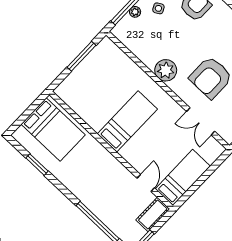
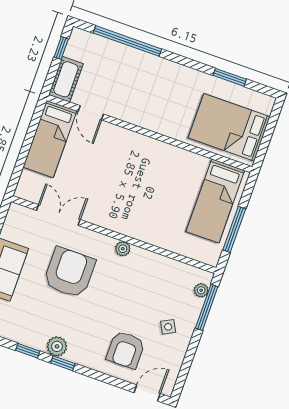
plant: (135, 12) -> (201, 290), moved
plant: (166, 70) -> (123, 249), width x0.53, depth x0.53
bed: (127, 121) -> (215, 201), moved

